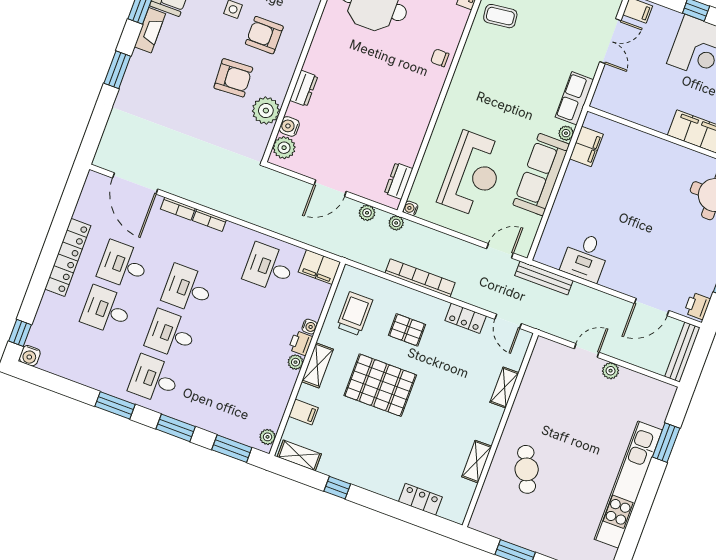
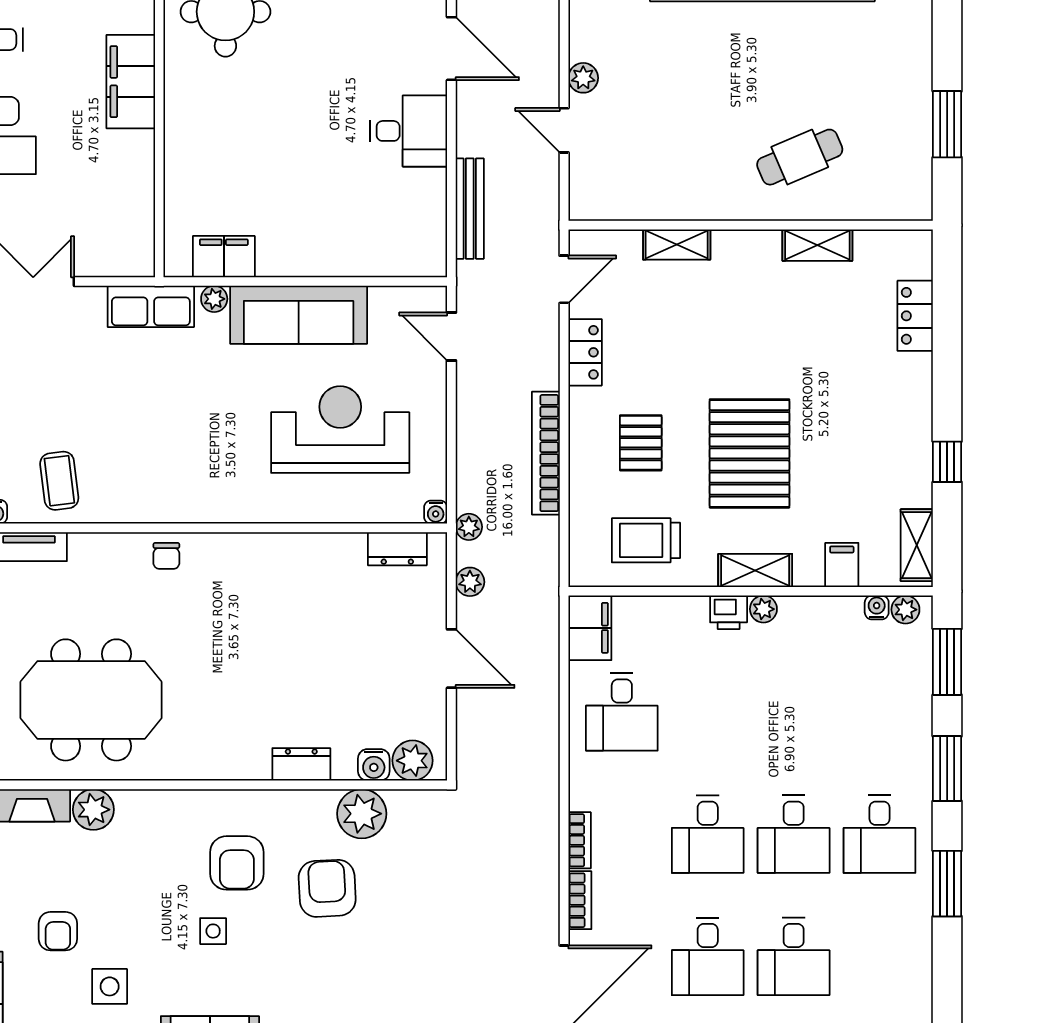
desk: (585, 257) -> (409, 131), moved
bench: (544, 278) -> (470, 209), moved
water cooler: (310, 327) -> (877, 607), moved

